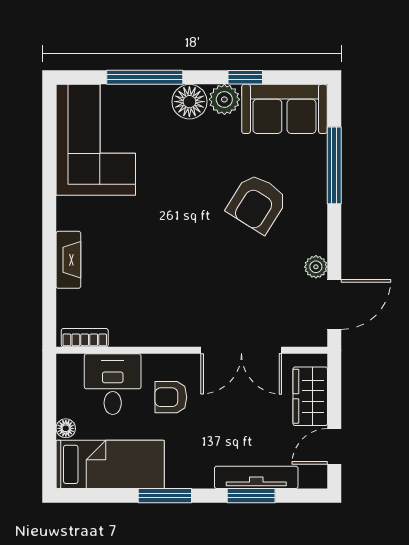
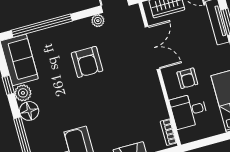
window: (334, 165) -> (42, 26), width x1.46
armchair: (257, 203) -> (87, 62), moved, turned 58
floor lamp: (66, 428) -> (219, 129), removed

